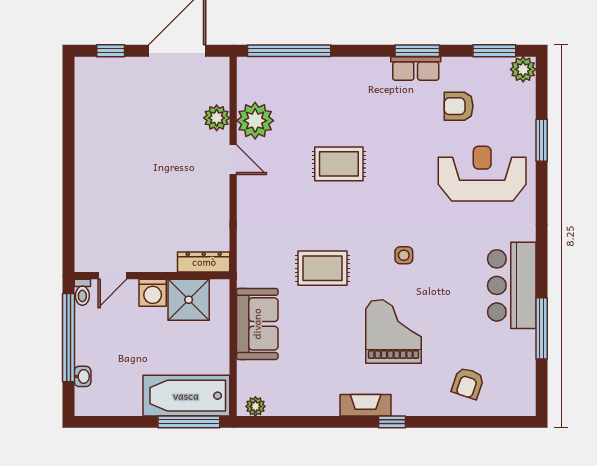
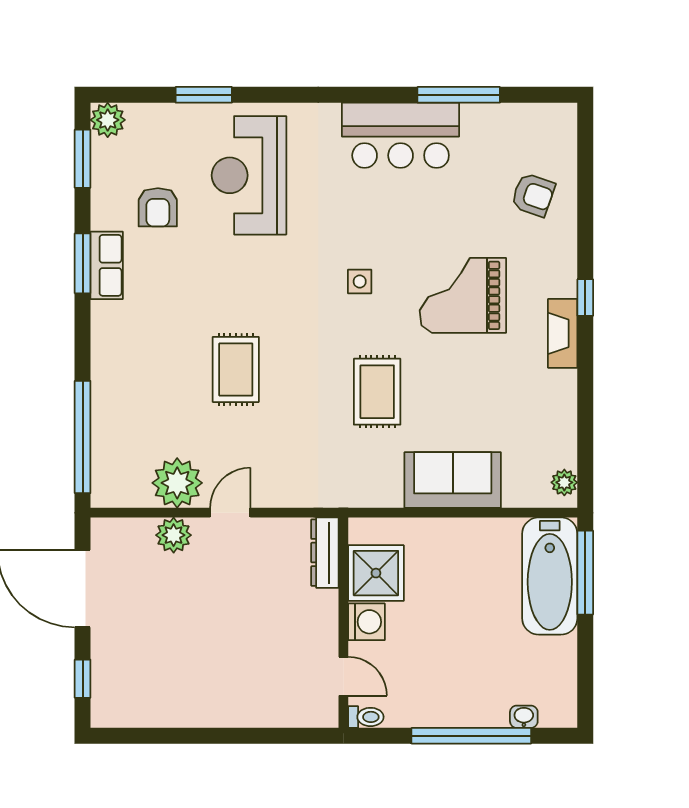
dresser: (204, 262) -> (325, 553), moved
door: (112, 276) -> (343, 676), moved
wall: (152, 276) -> (343, 623), moved
toilet: (82, 292) -> (366, 717), moved
washing machine: (153, 293) -> (366, 622), moved
shower: (189, 300) -> (376, 573), moved

